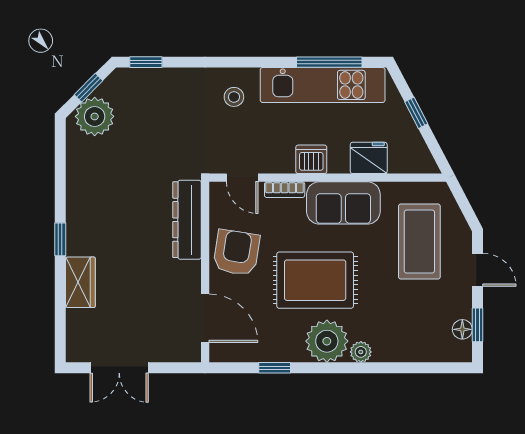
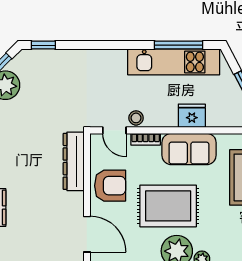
stool: (234, 97) -> (136, 118), moved
fridge: (369, 158) -> (192, 116), moved
dishwasher: (311, 159) -> (165, 117), removed
armchair: (236, 253) -> (110, 186), turned 81

